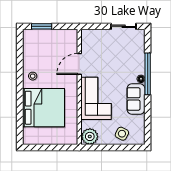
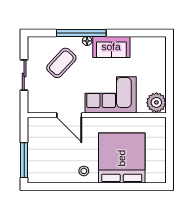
window: (42, 26) -> (24, 160), width x1.44
sliding door: (124, 26) -> (24, 75), moved
coffee table: (123, 57) -> (61, 63), added
side table: (122, 134) -> (153, 64), removed

